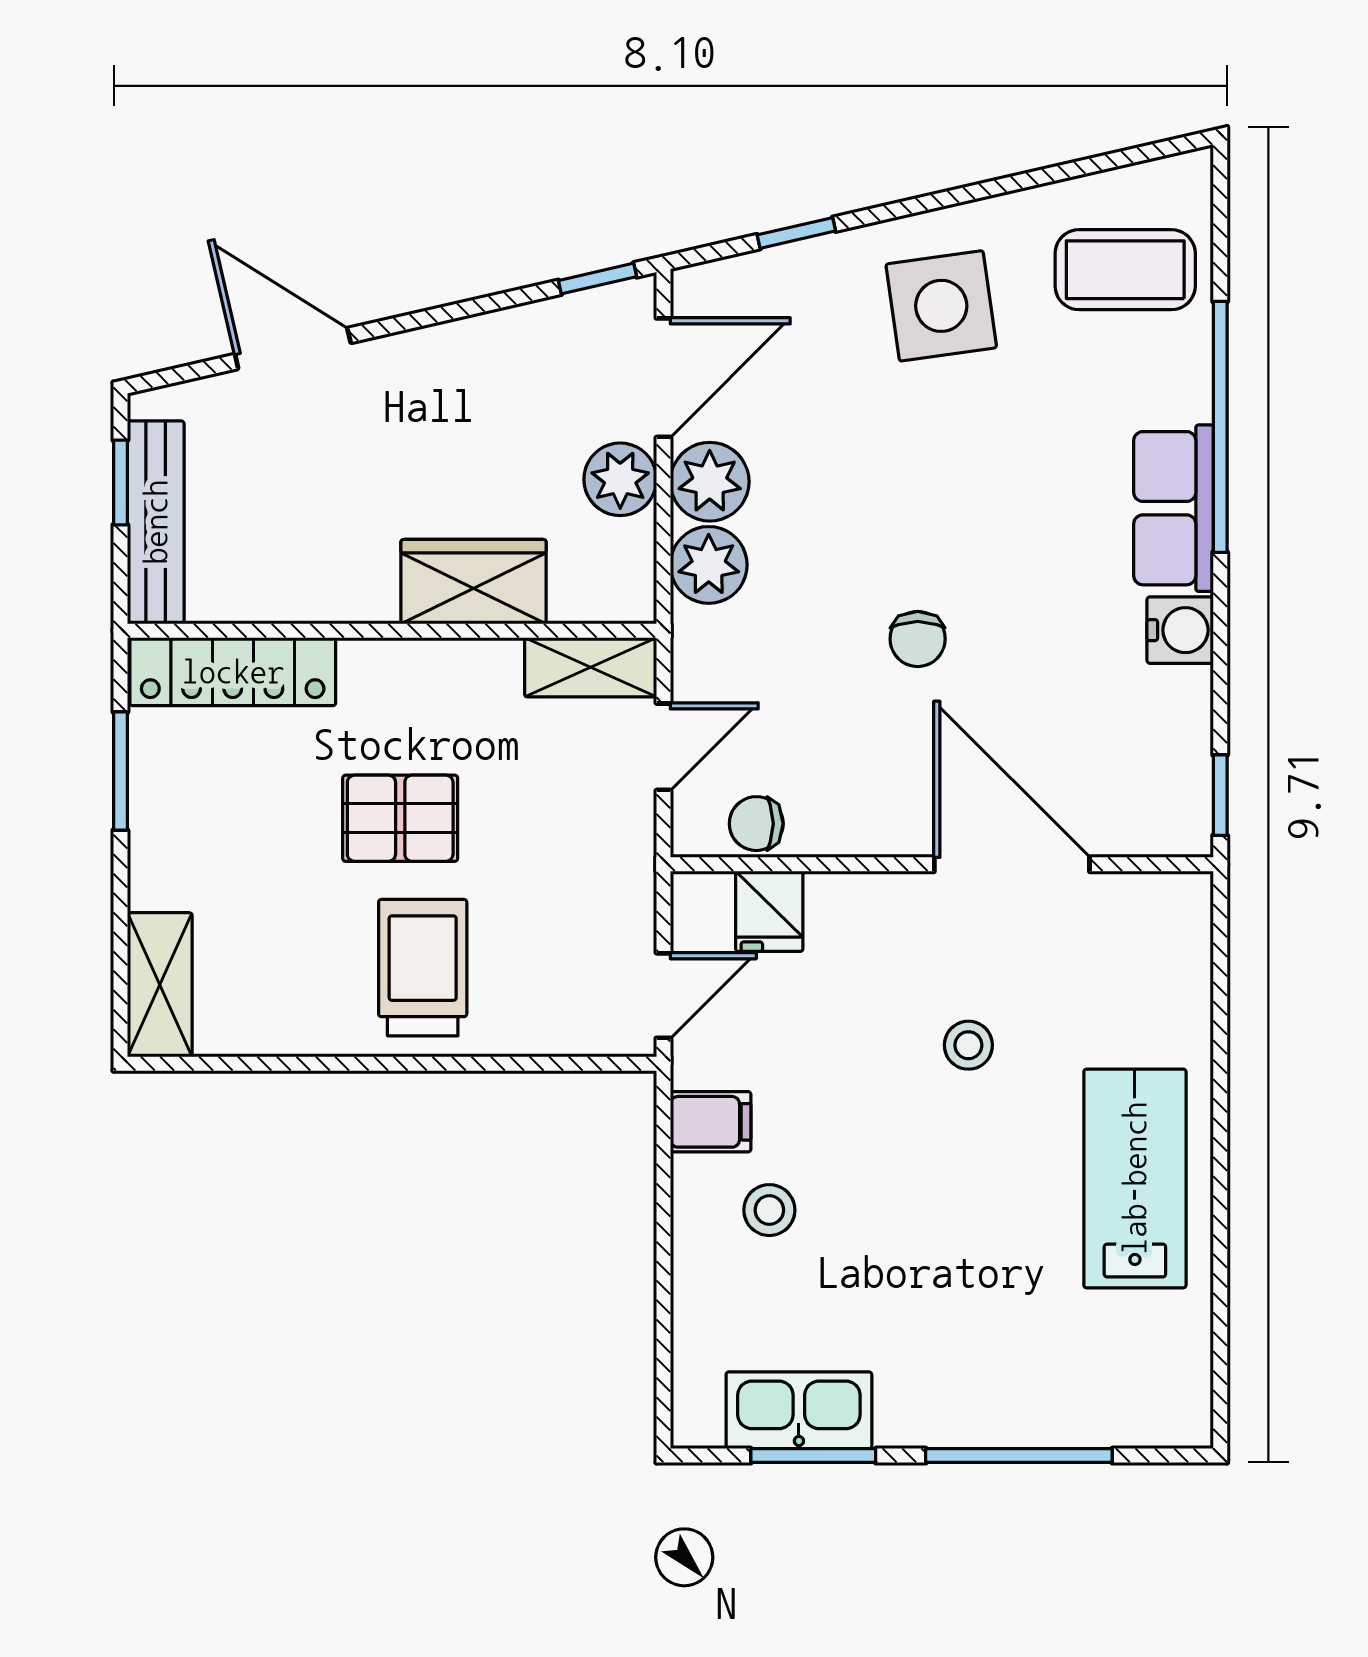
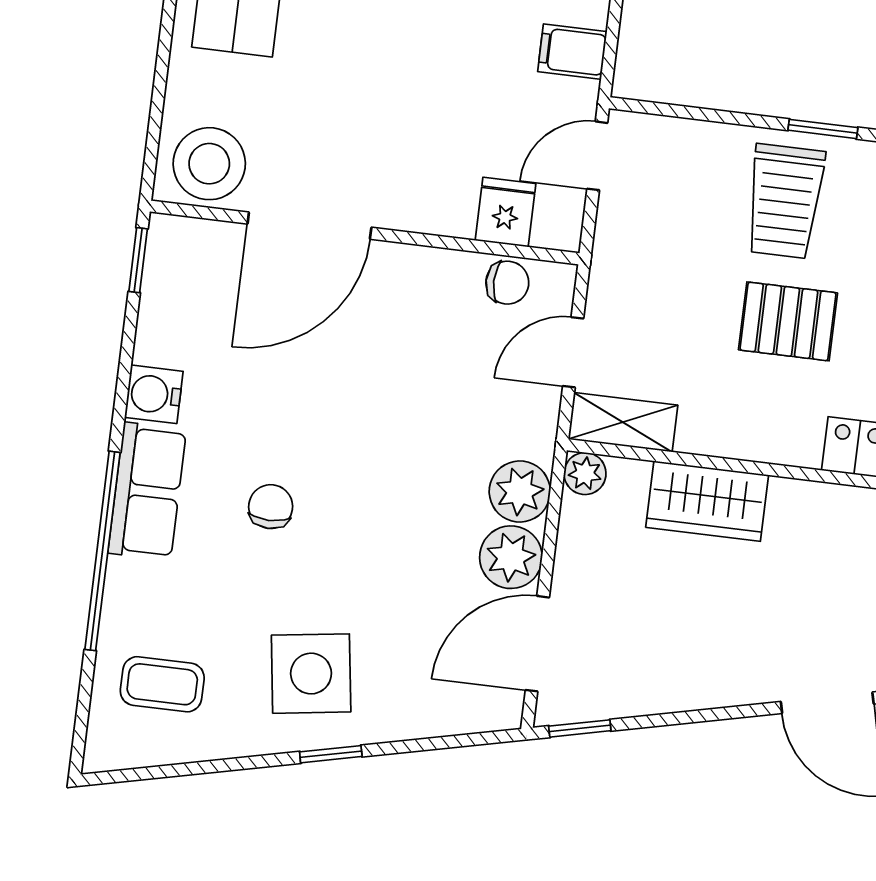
window: (796, 233) -> (331, 754), moved
coffee table: (1125, 270) -> (162, 684), width x0.73, depth x0.77
plant: (620, 479) -> (585, 474), moved, width x0.73, depth x0.73
chair: (918, 639) -> (271, 507), moved
door: (1012, 864) -> (309, 226), hinge flipped
stool: (968, 1045) -> (209, 164), moved, width x1.89, depth x1.89
window: (386, 1064) -> (823, 129), added

